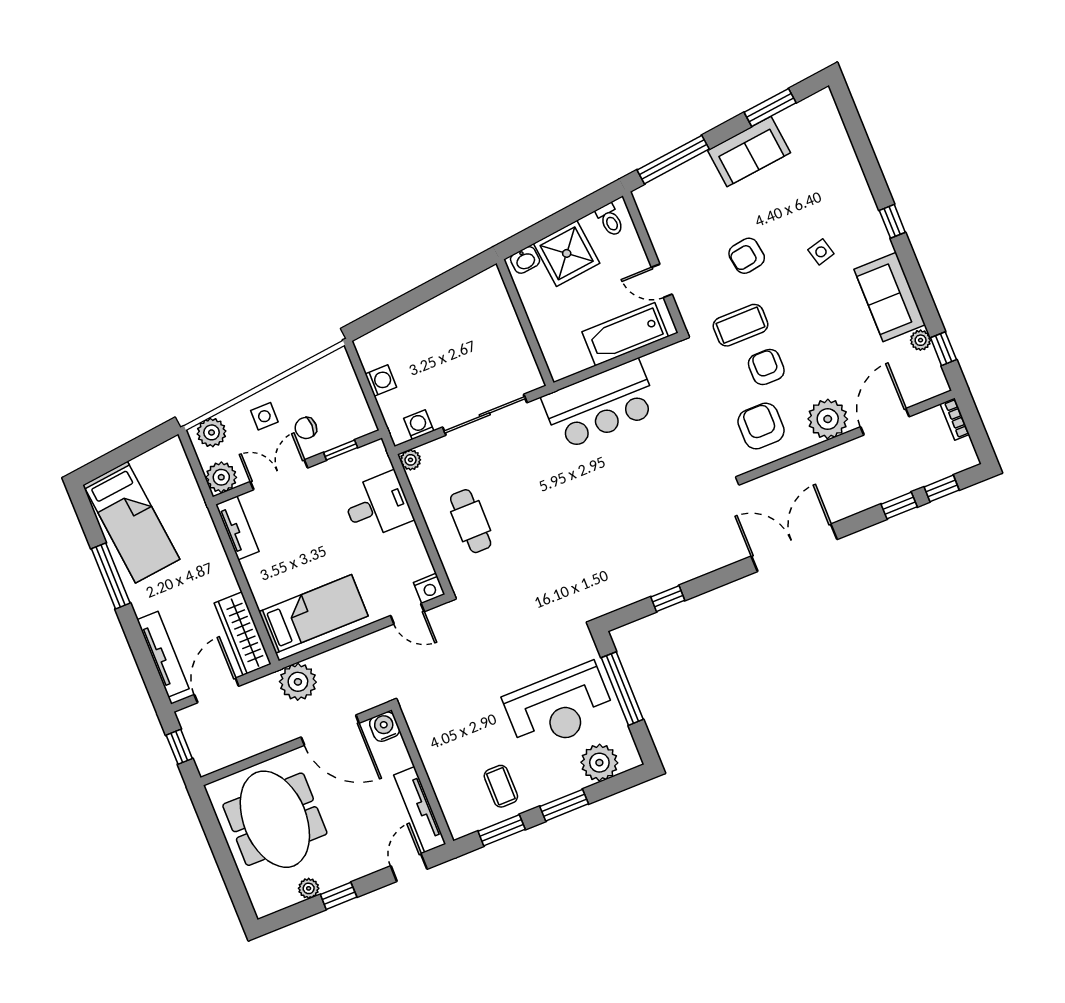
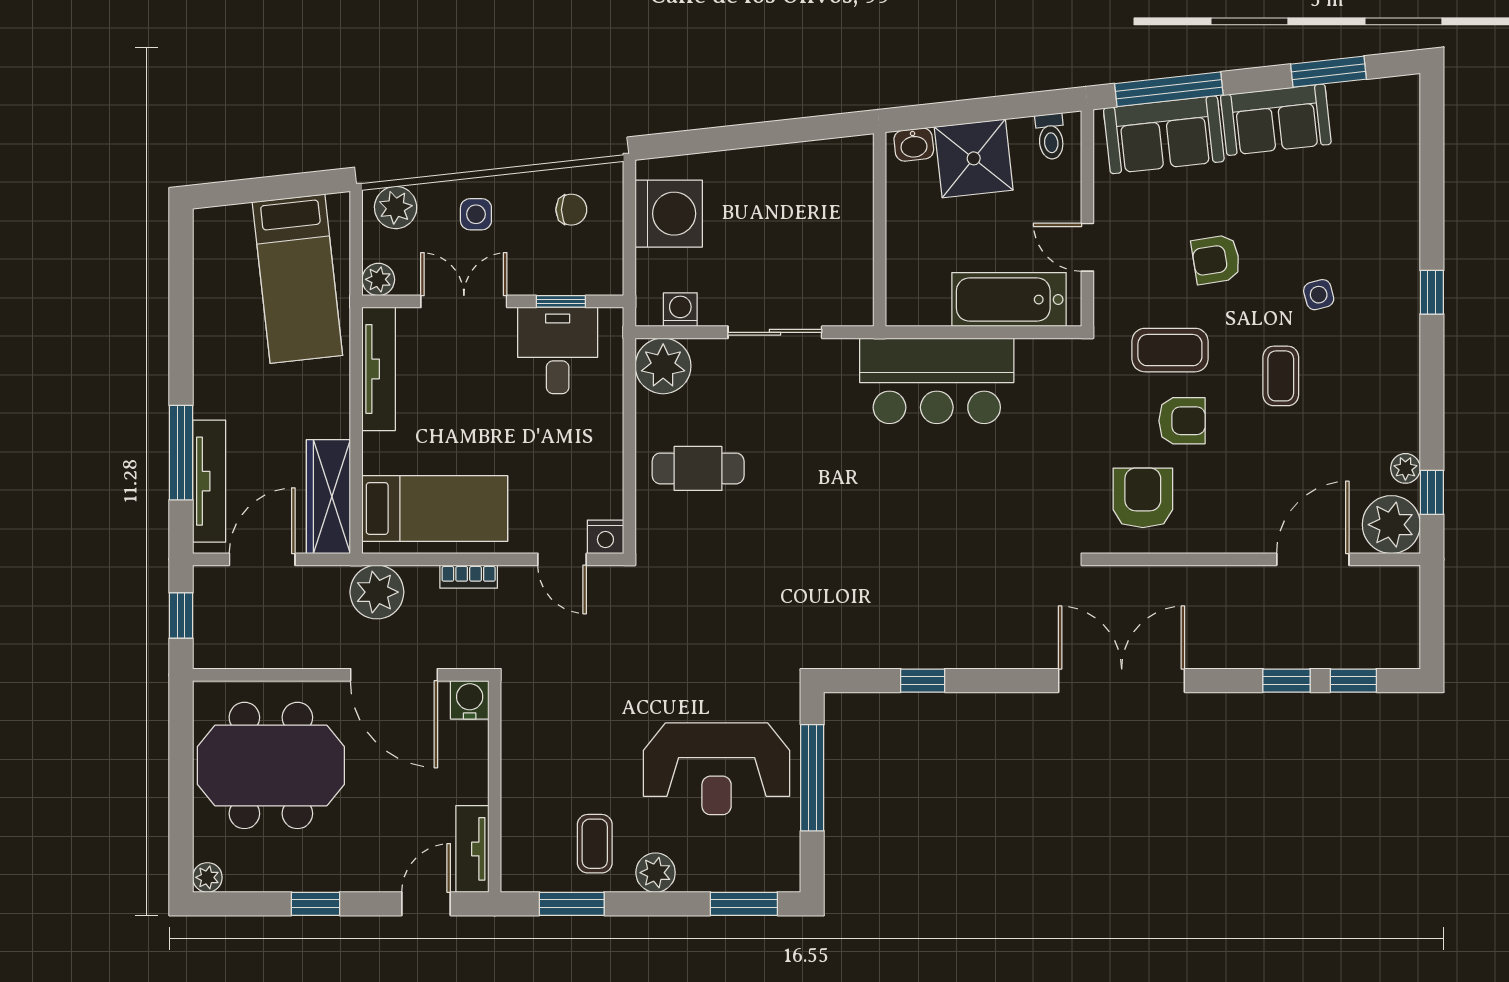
sofa: (890, 297) -> (1164, 135), moved, turned -96
coffee table: (818, 313) -> (1281, 376), added
armchair: (766, 367) -> (1182, 421), turned 90
washing machine: (381, 381) -> (669, 214), width x1.89, depth x1.89
sliding door: (485, 415) -> (775, 332), width x0.73
plant: (828, 419) -> (1391, 525), moved
bookcase: (955, 419) -> (469, 577), moved, turned -90
chair: (306, 428) -> (571, 210), moved, turned 180
plant: (411, 460) -> (663, 366), width x1.87, depth x1.87
plant: (221, 477) -> (378, 279), width x0.73, depth x0.73
desk: (377, 505) -> (558, 350), moved, turned -90
cafe table: (471, 521) -> (698, 468), turned 90
bed: (131, 522) -> (297, 279), moved
tv unit: (237, 528) -> (379, 369), width x1.41
window: (111, 576) -> (181, 453), moved
plant: (599, 763) -> (656, 873), moved, width x0.73, depth x0.73
window: (564, 805) -> (744, 904), moved
tv unit: (420, 810) -> (472, 849), width x0.71
meeting table: (275, 819) -> (271, 765), turned 90
plant: (309, 888) -> (207, 877), moved

